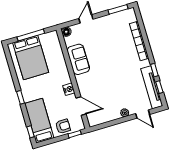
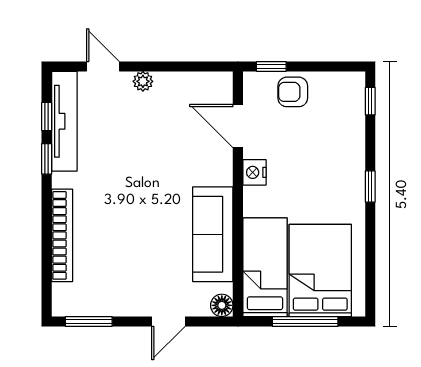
sofa: (78, 59) -> (213, 234), width x1.36
bed: (39, 121) -> (265, 267), moved, turned 180

